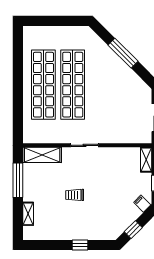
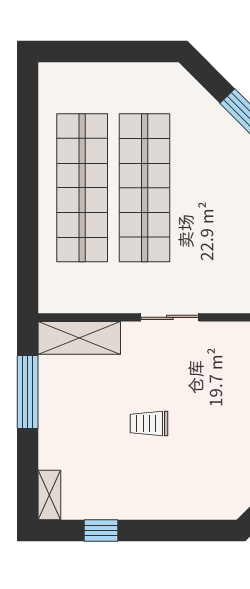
shelving: (28, 214) -> (49, 495), moved
window: (80, 245) -> (101, 530), moved

